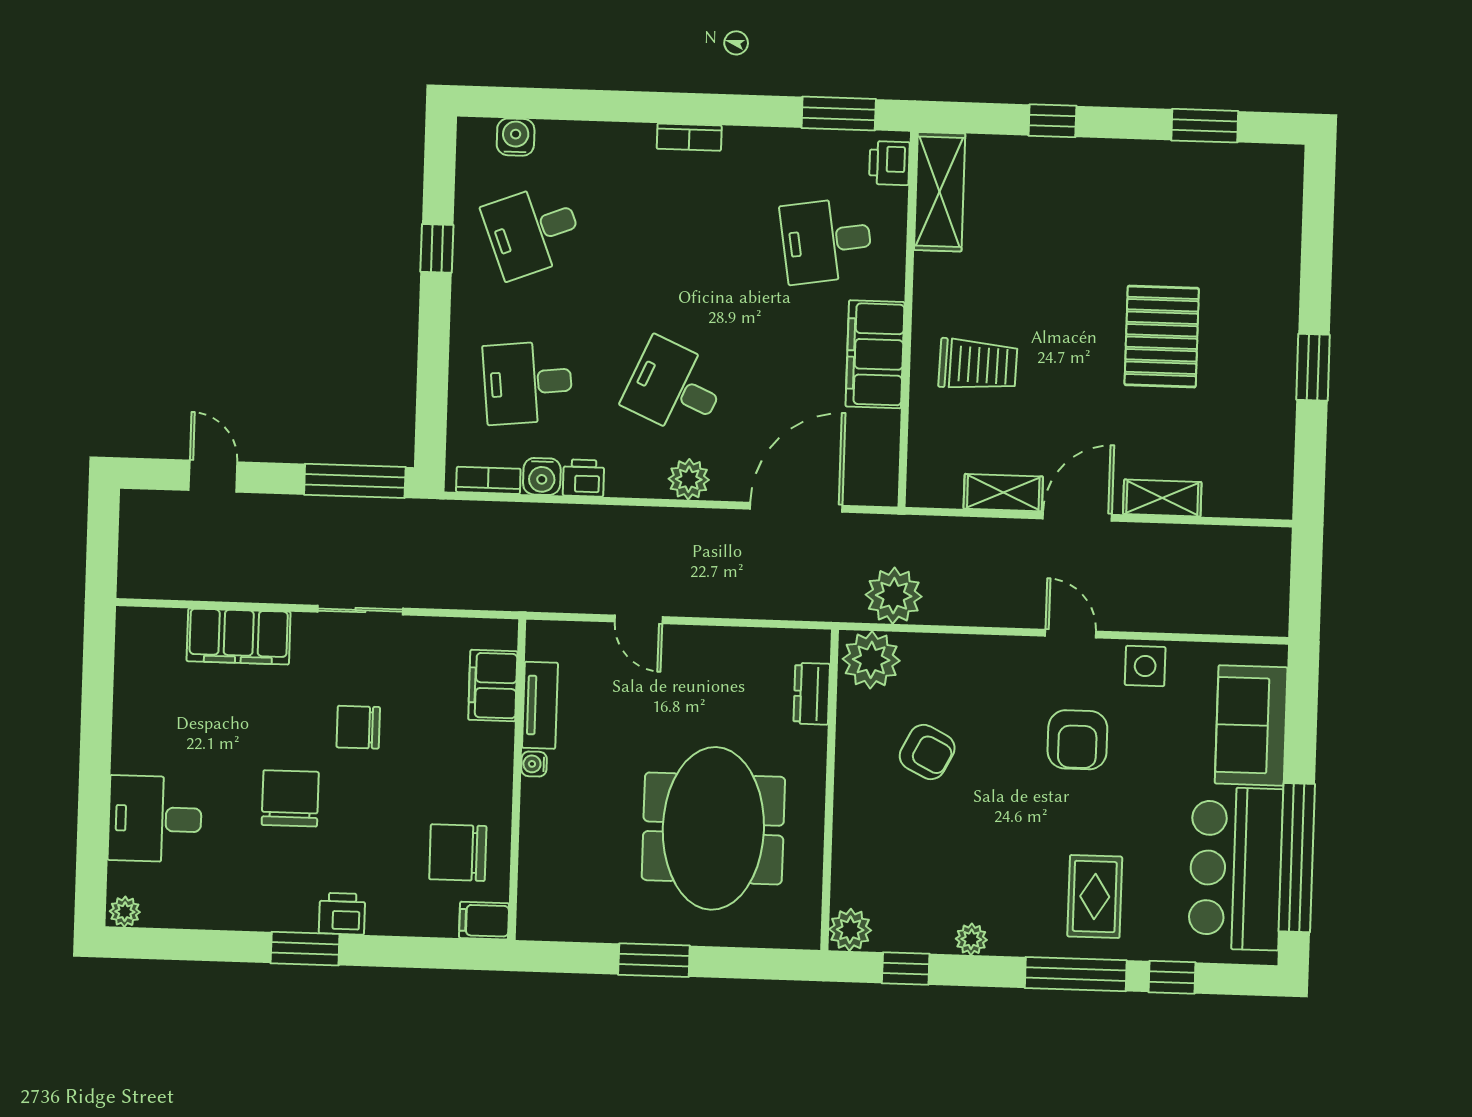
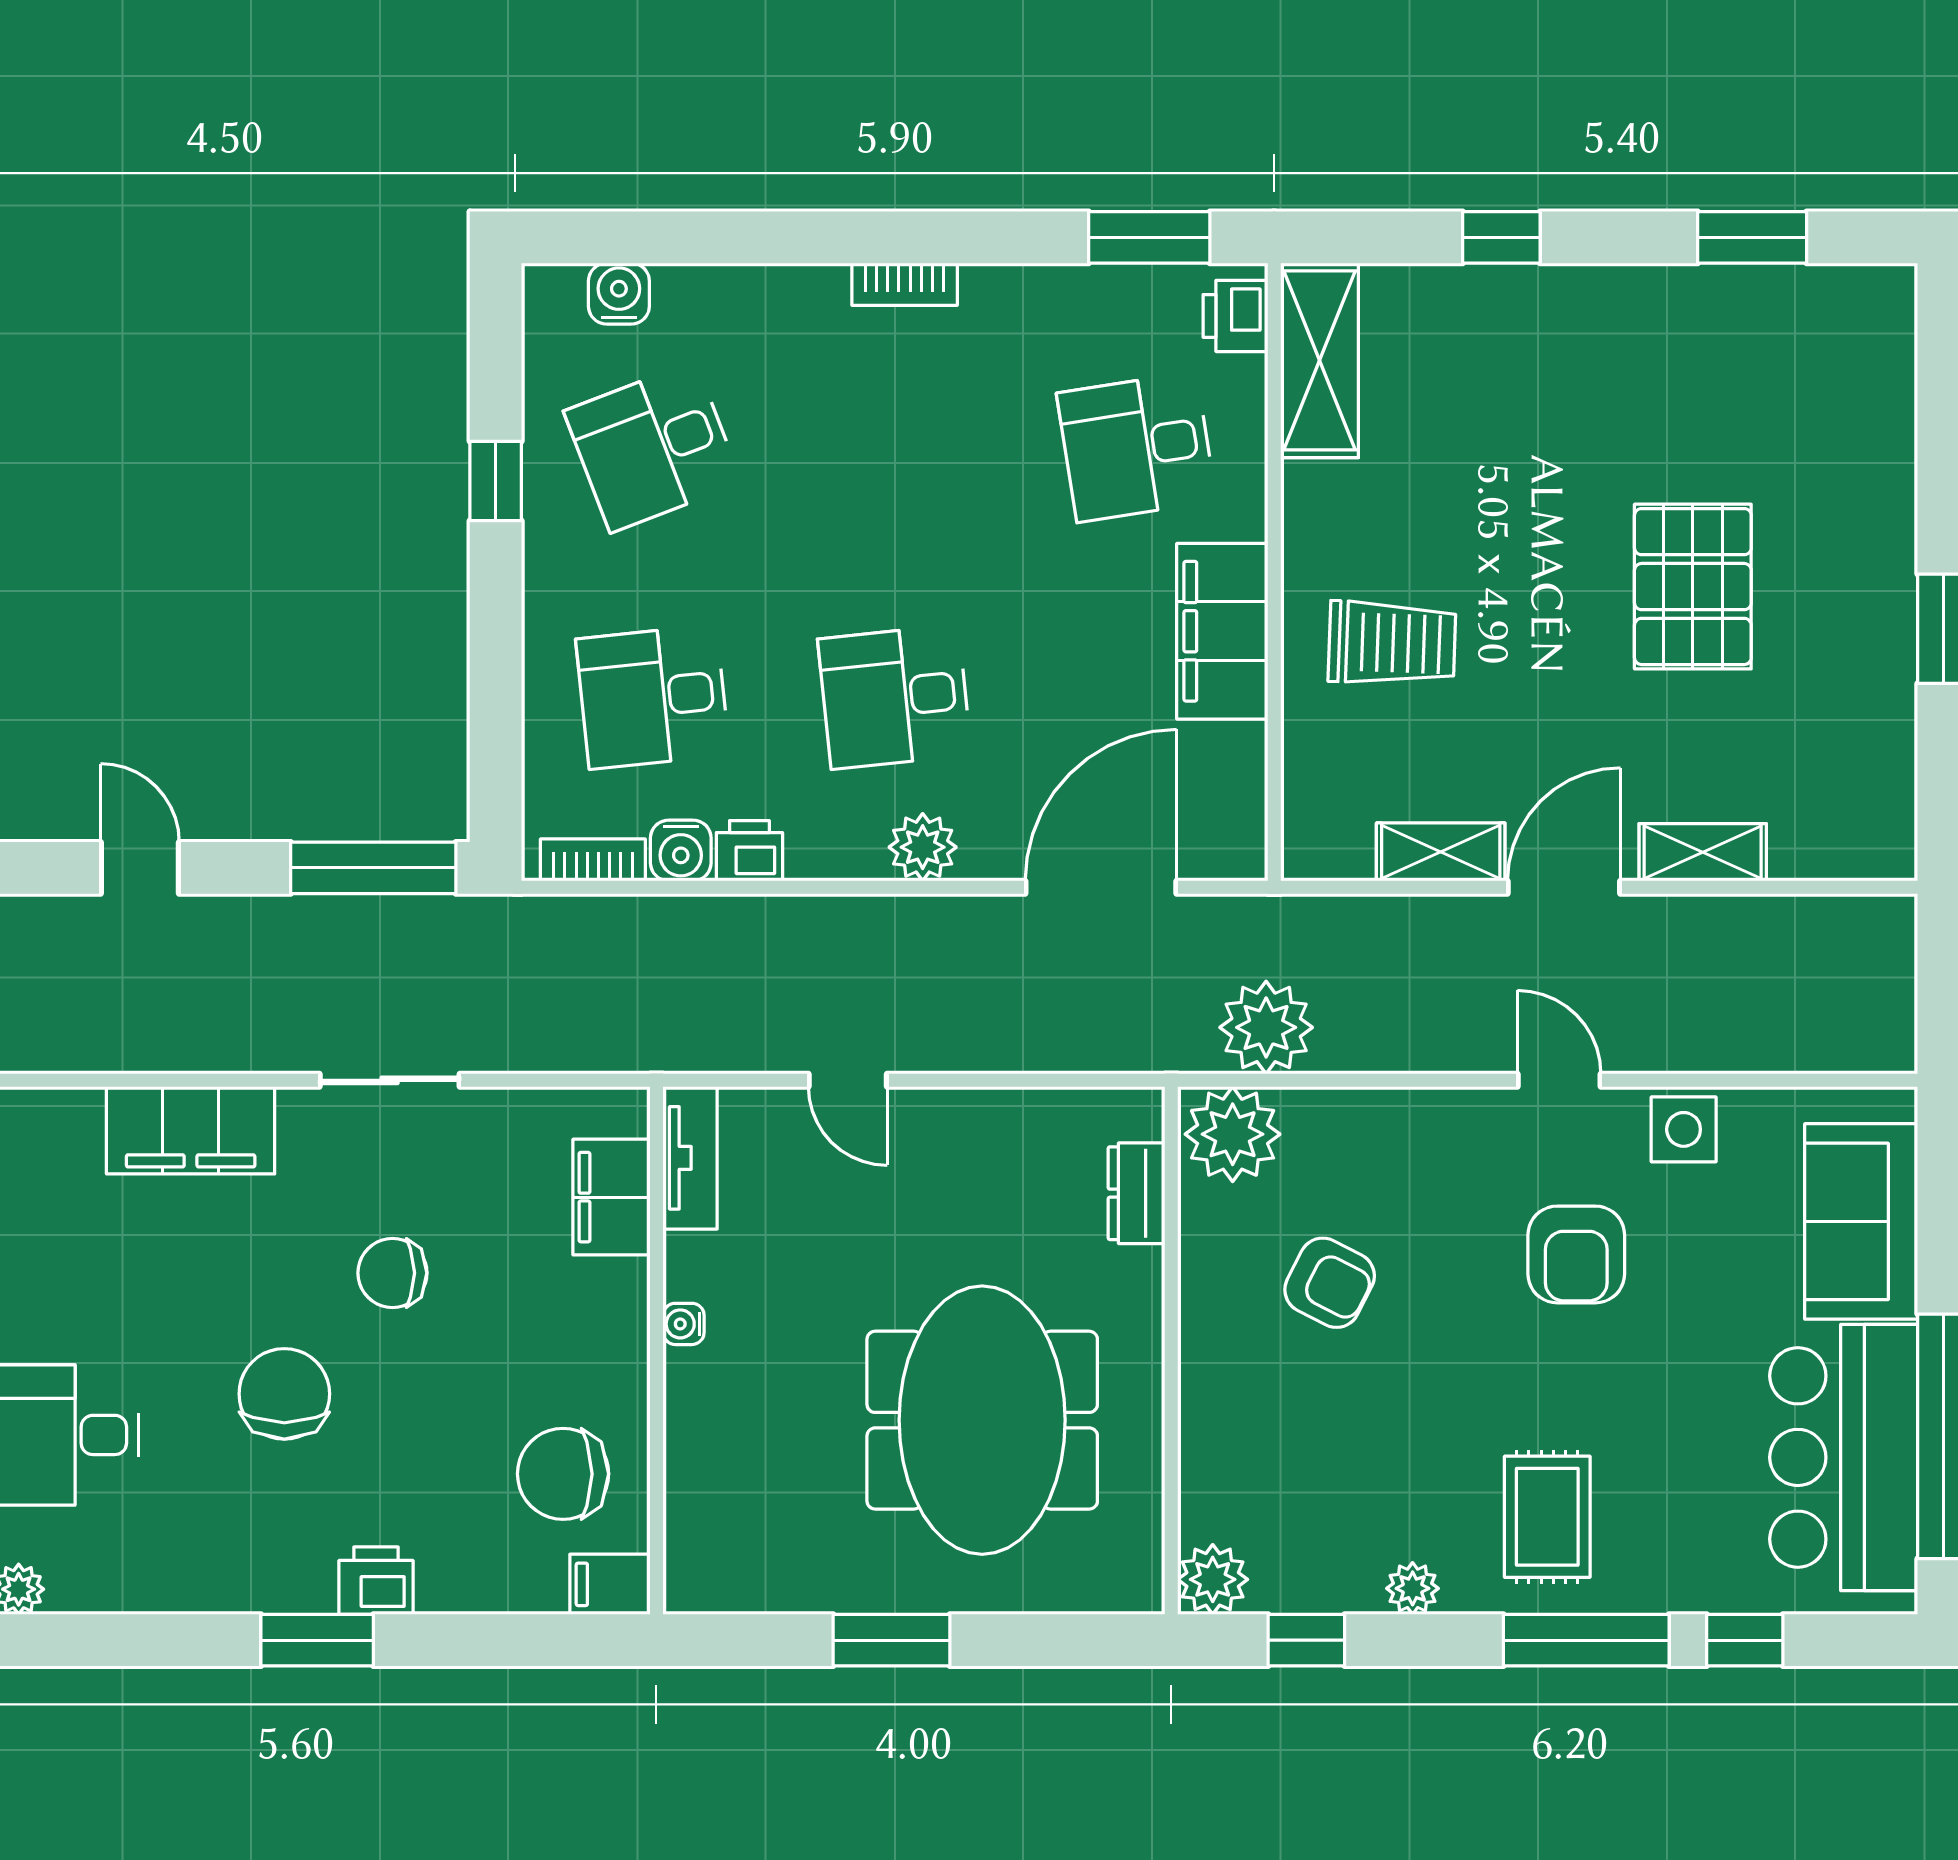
desk: (675, 388) -> (895, 697), turned -30
tv unit: (540, 705) -> (690, 1158), moved
rug: (1095, 897) -> (1547, 1517), moved

